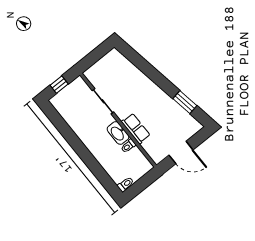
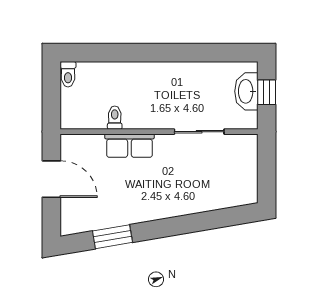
washbasin: (118, 133) -> (246, 91), moved, turned -90
door: (181, 153) -> (51, 179), swing flipped

